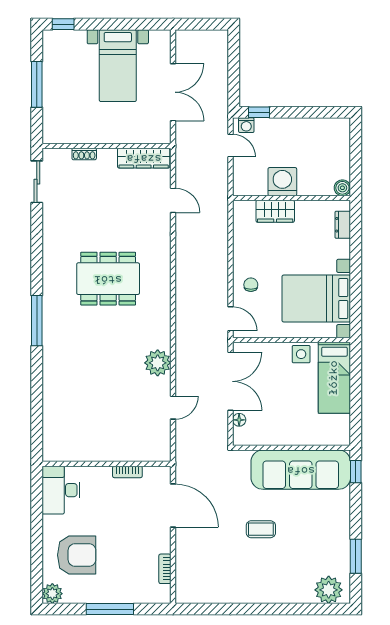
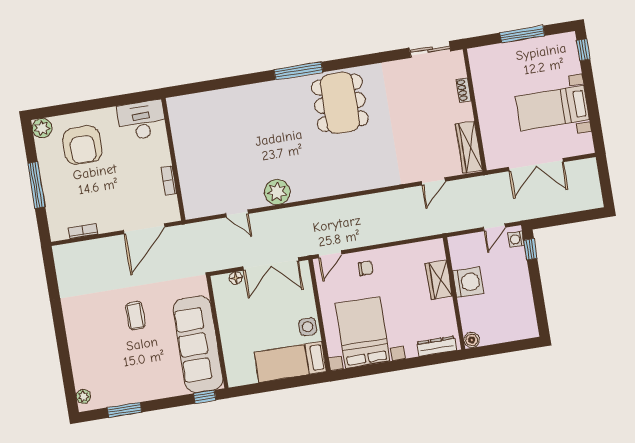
dresser: (343, 225) -> (437, 346), width x1.44
dining table: (108, 279) -> (340, 103), moved
plant: (329, 590) -> (83, 396), width x0.53, depth x0.53

